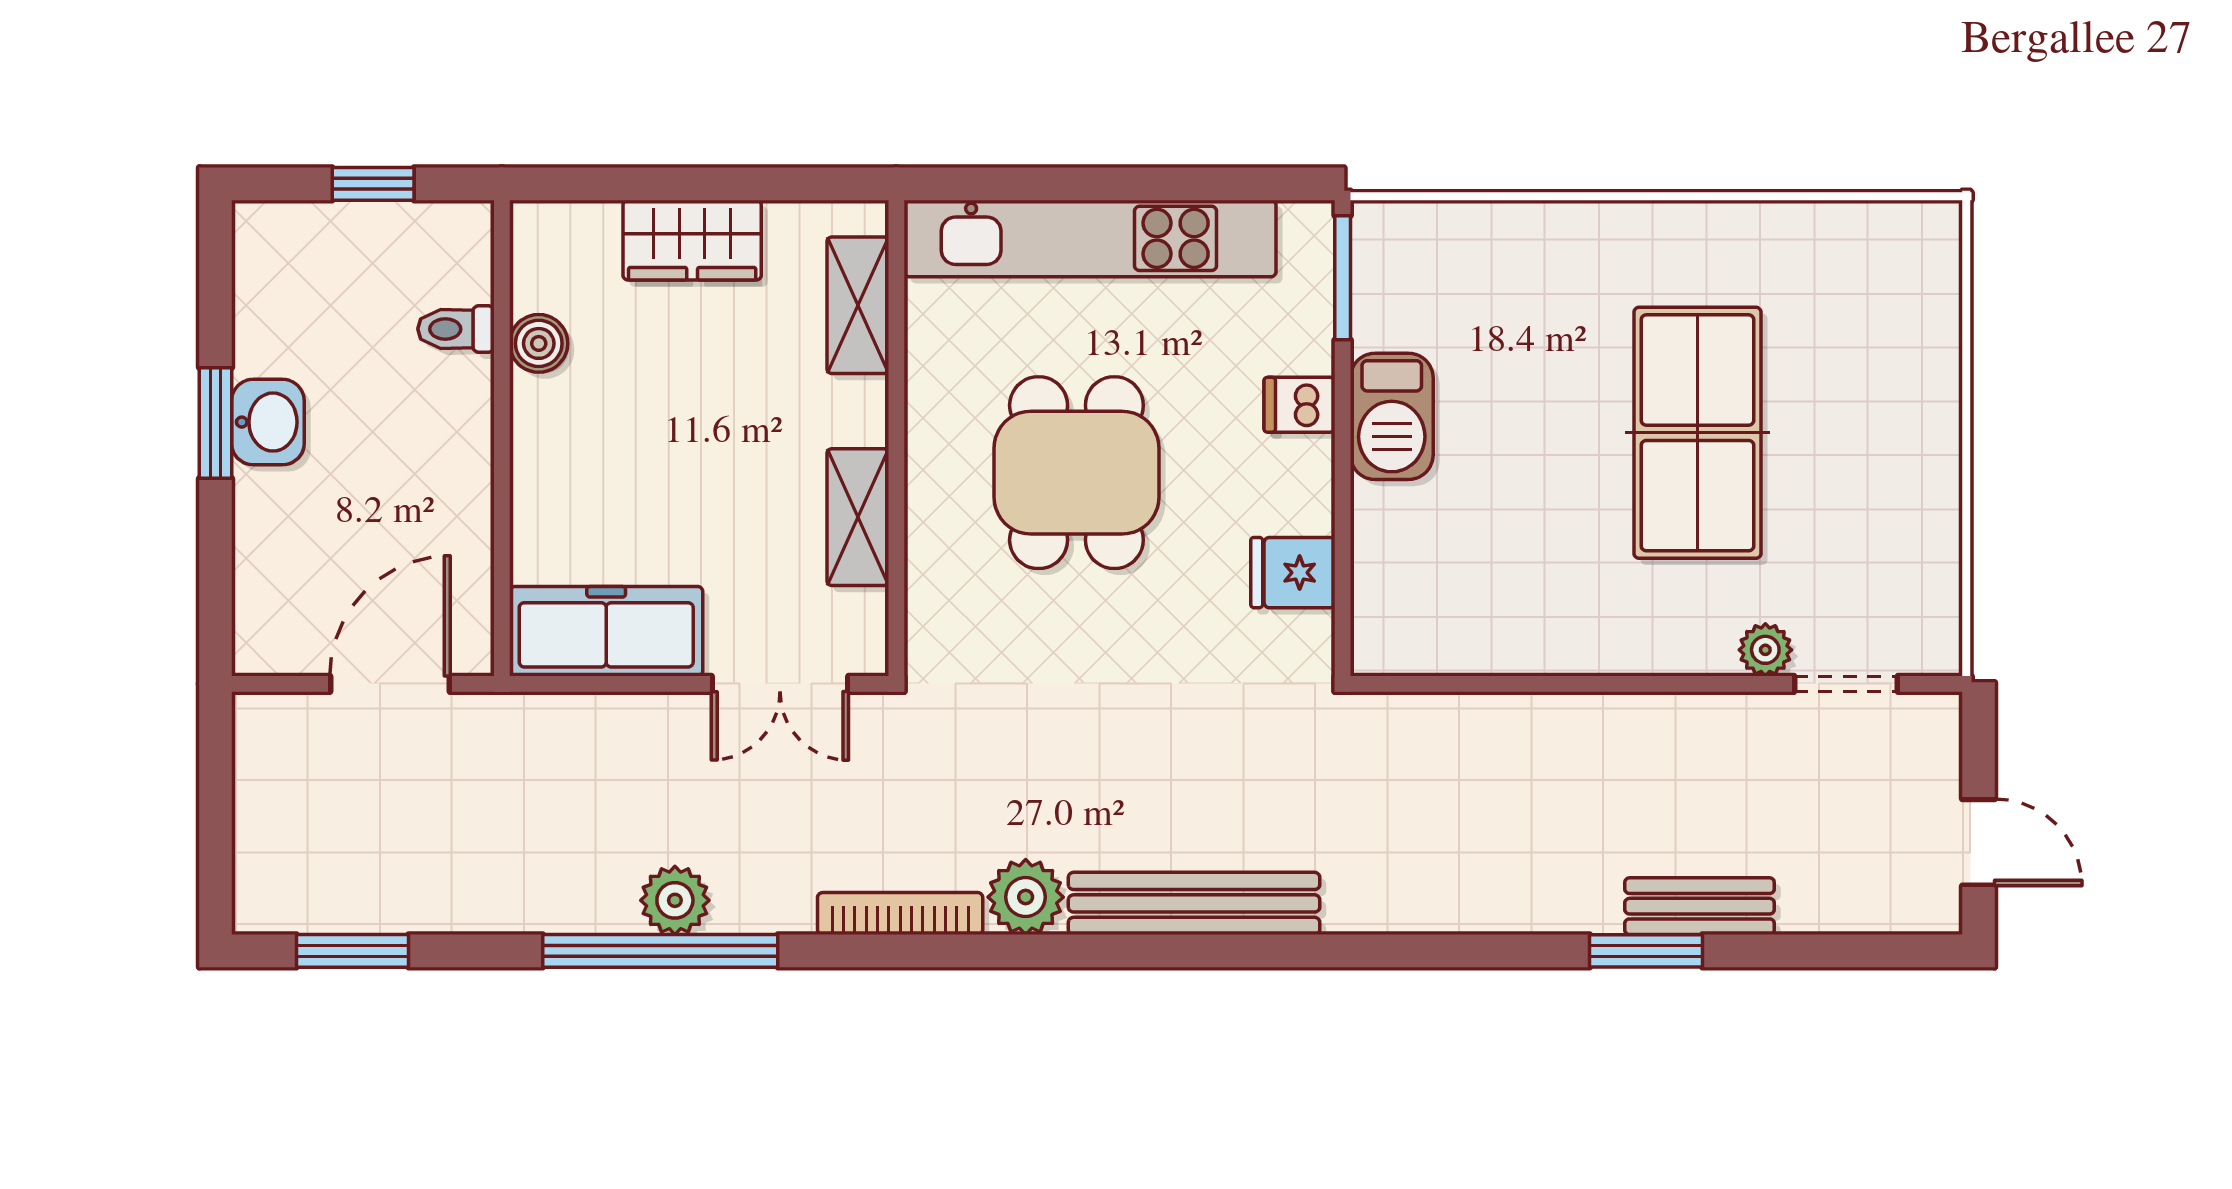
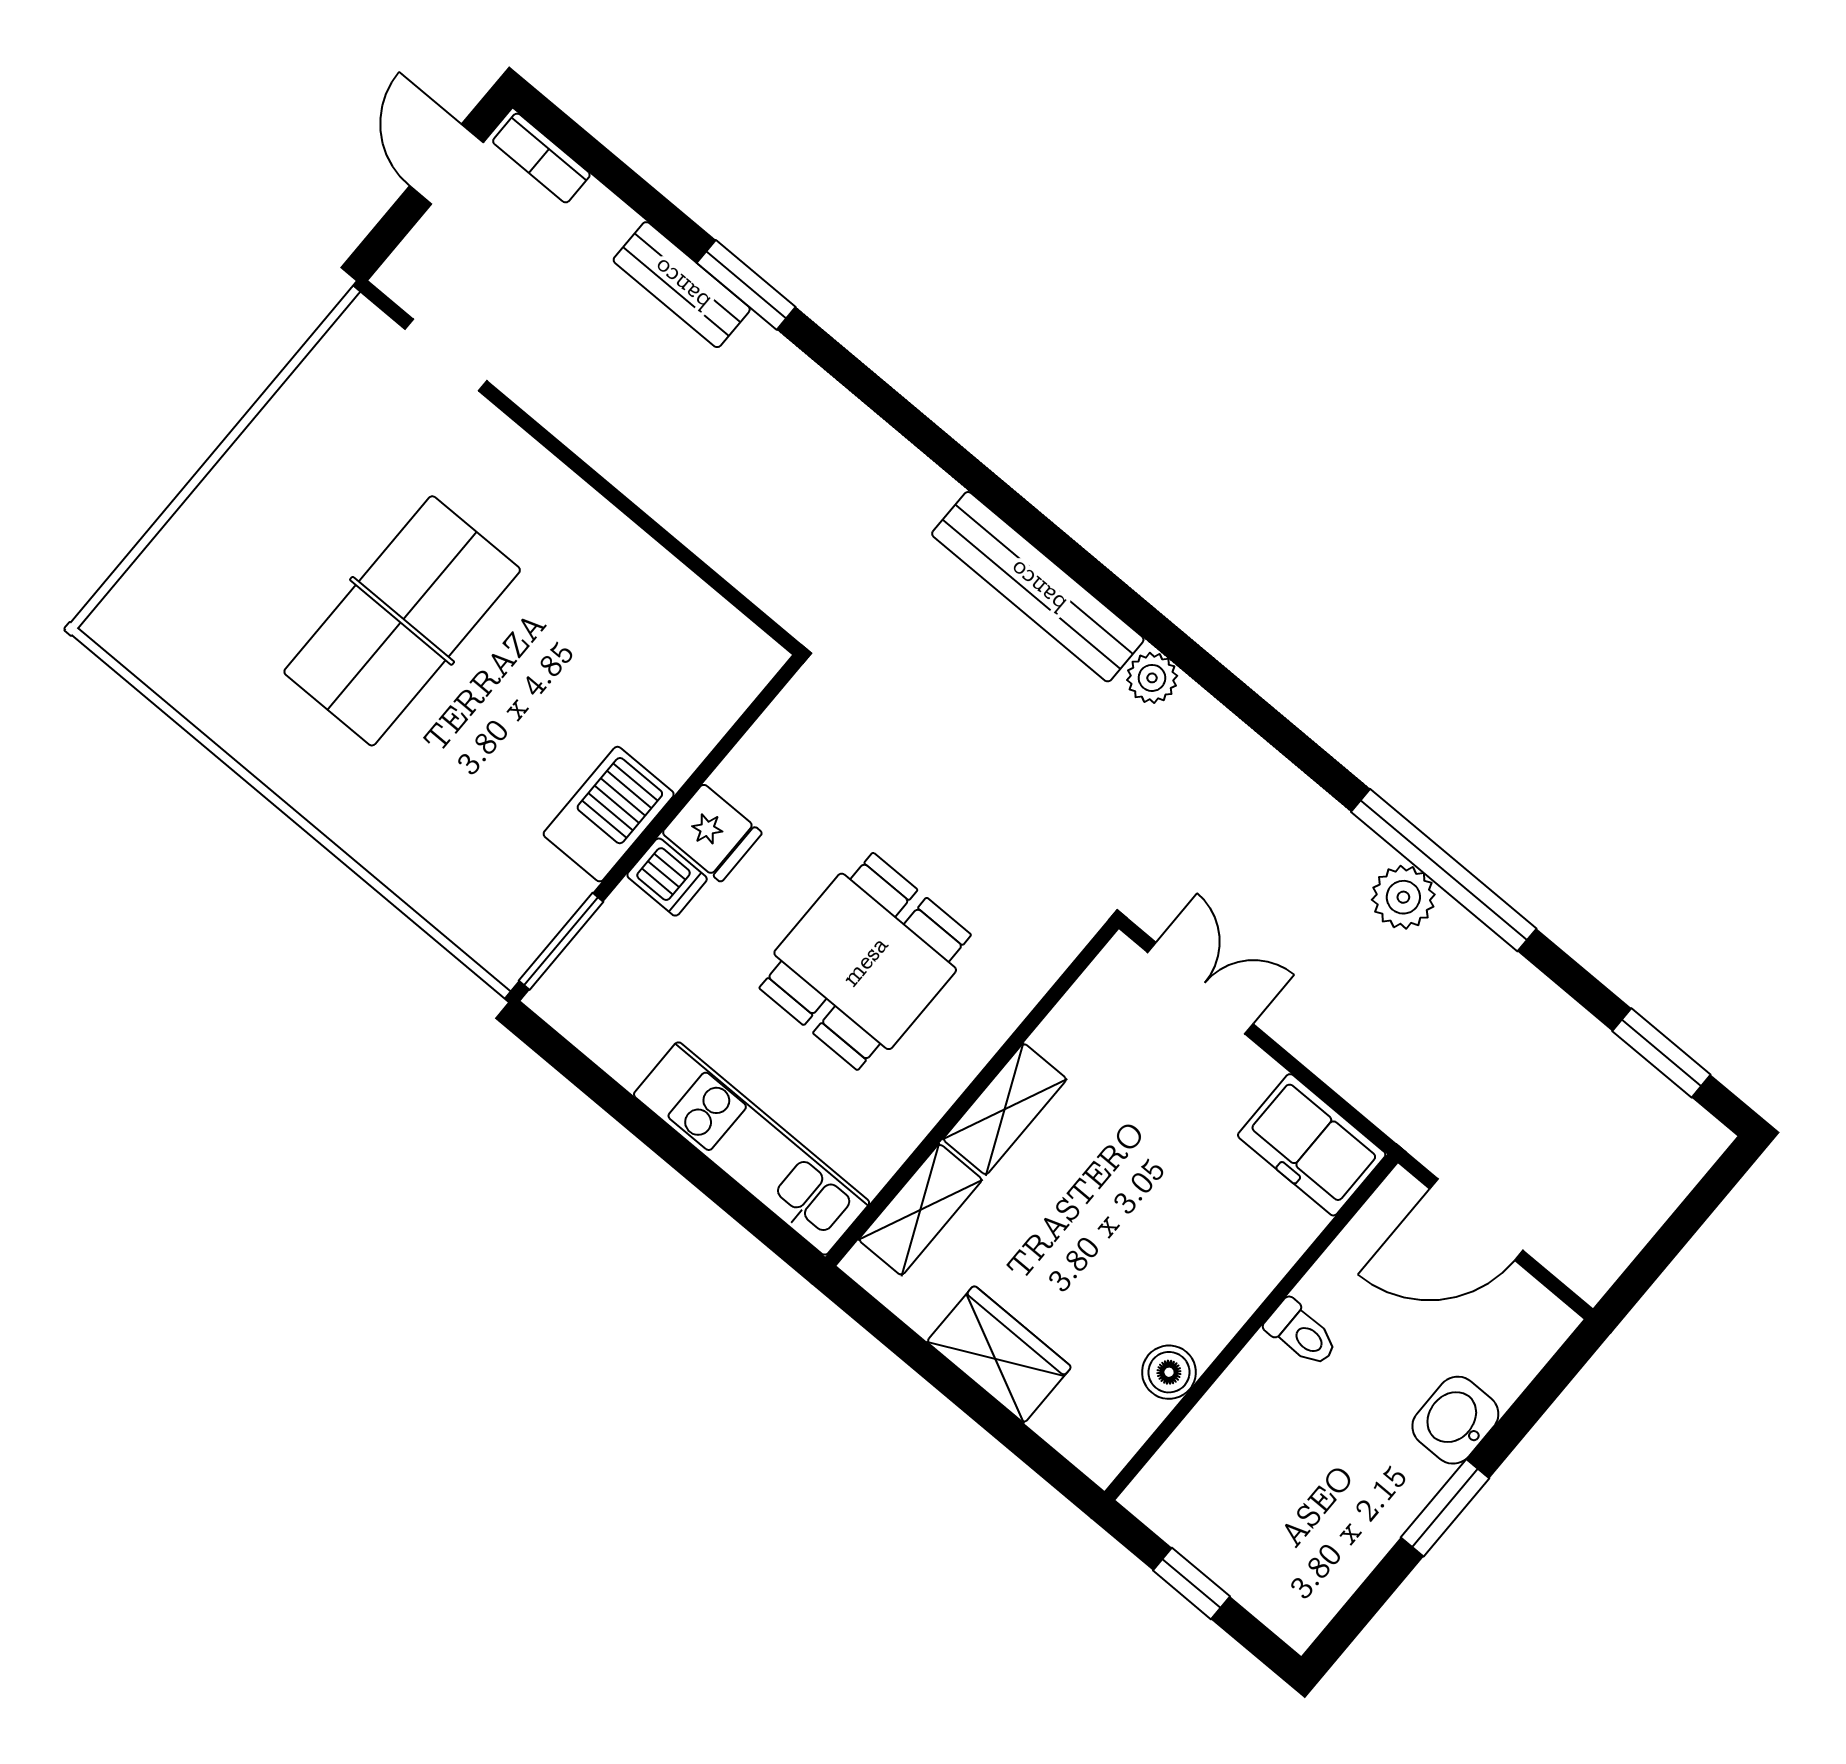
kitchen unit: (1090, 238) -> (752, 1149), width x0.73
toilet: (456, 329) -> (1301, 1333), moved
washbasin: (268, 422) -> (1455, 1420), moved
shelving: (858, 517) -> (1005, 1109), moved
fridge: (1293, 573) -> (712, 833), moved
freezer: (606, 631) -> (1312, 1145), width x0.71
plant: (1765, 650) -> (483, 427), removed
plant: (1026, 897) -> (1152, 678), width x0.73, depth x0.73
bookcase: (900, 914) -> (541, 158), moved, width x0.64

